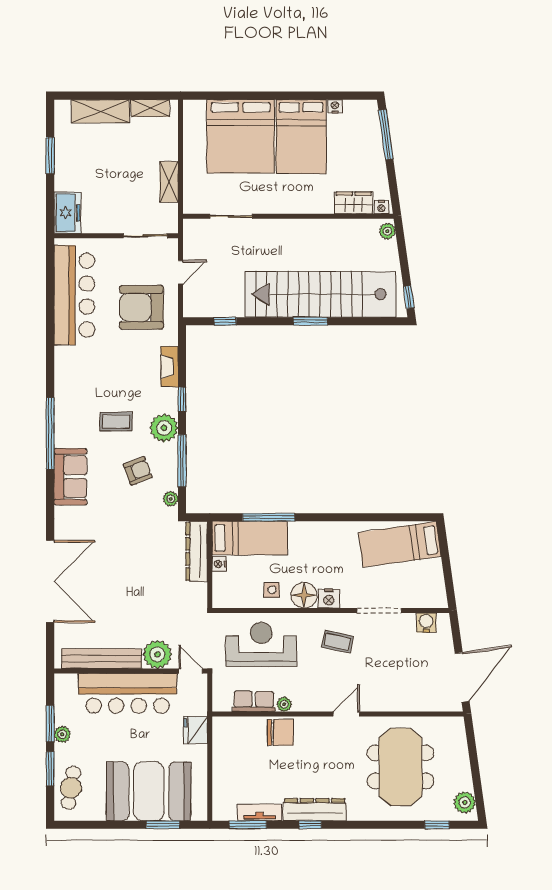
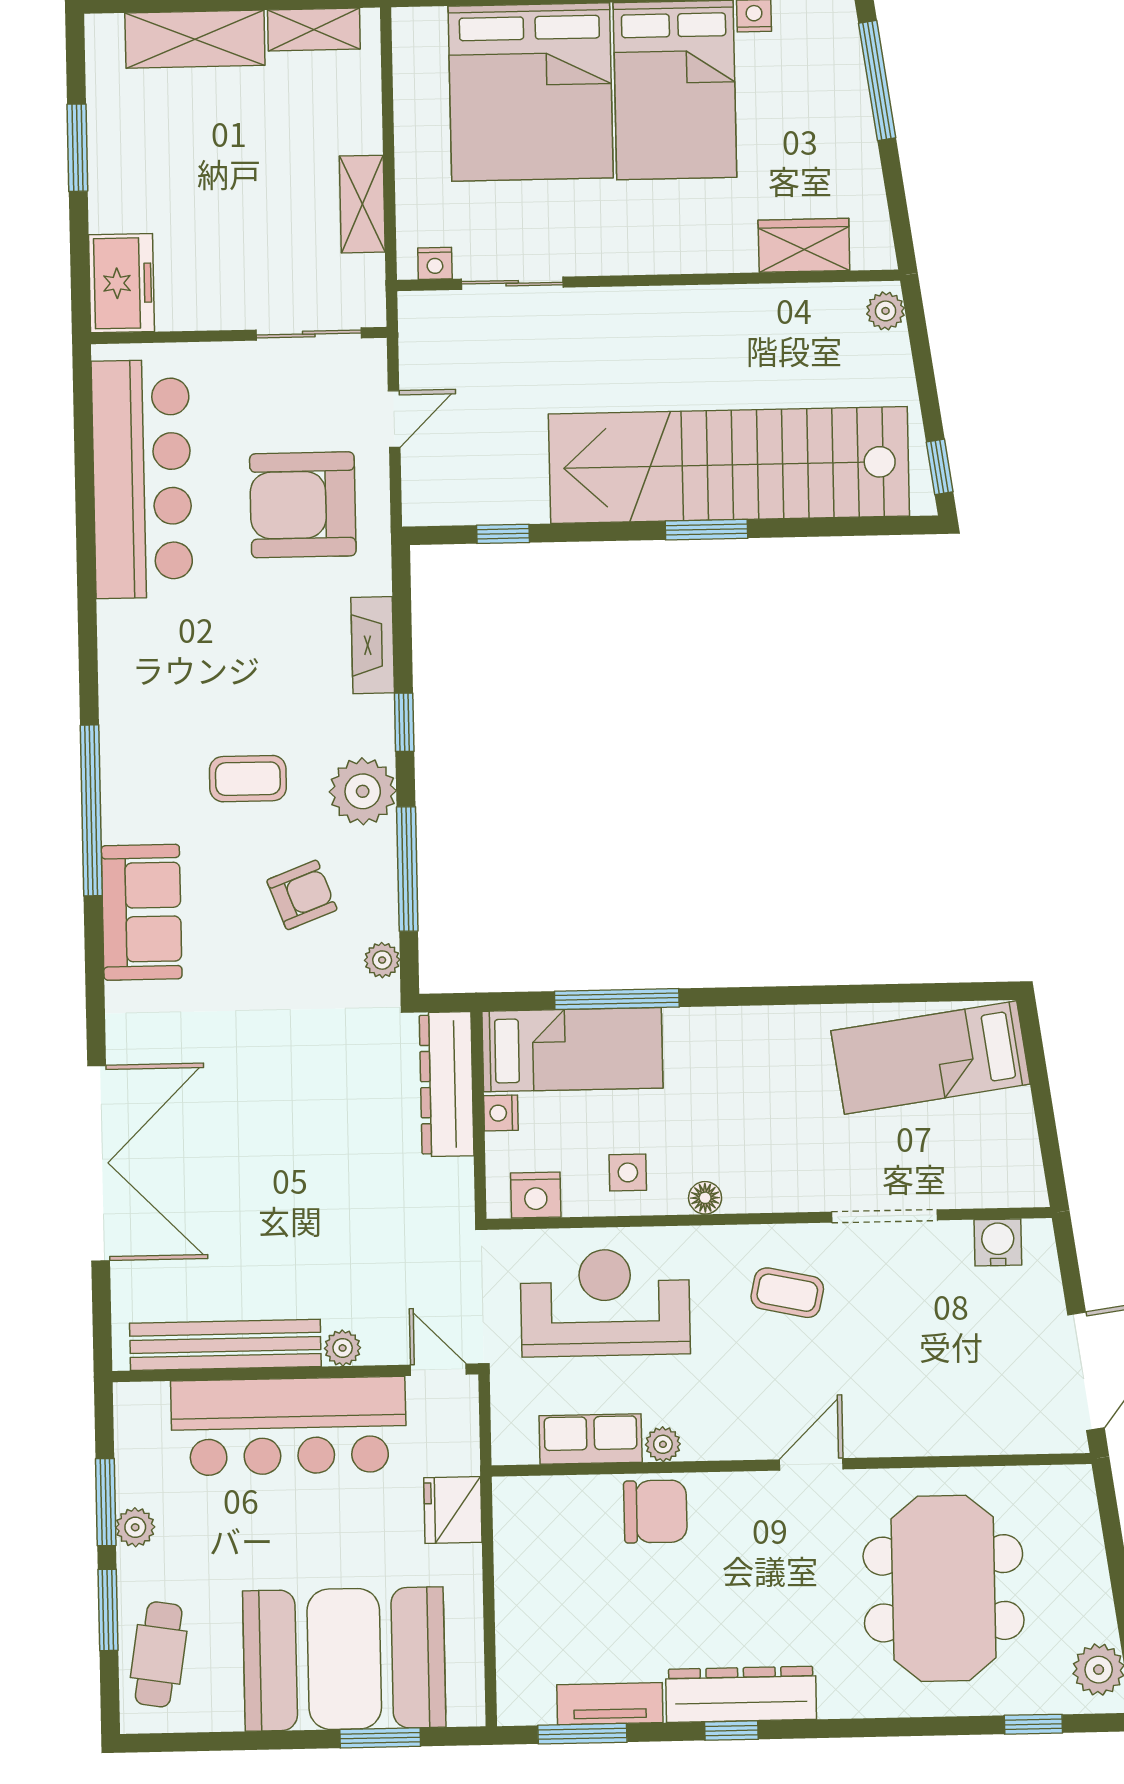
nightstand: (381, 207) -> (435, 263), moved
floor lamp: (304, 595) -> (705, 1198), width x0.53, depth x0.53
nightstand: (329, 599) -> (536, 1195), moved
plant: (157, 654) -> (343, 1348), width x0.53, depth x0.53

